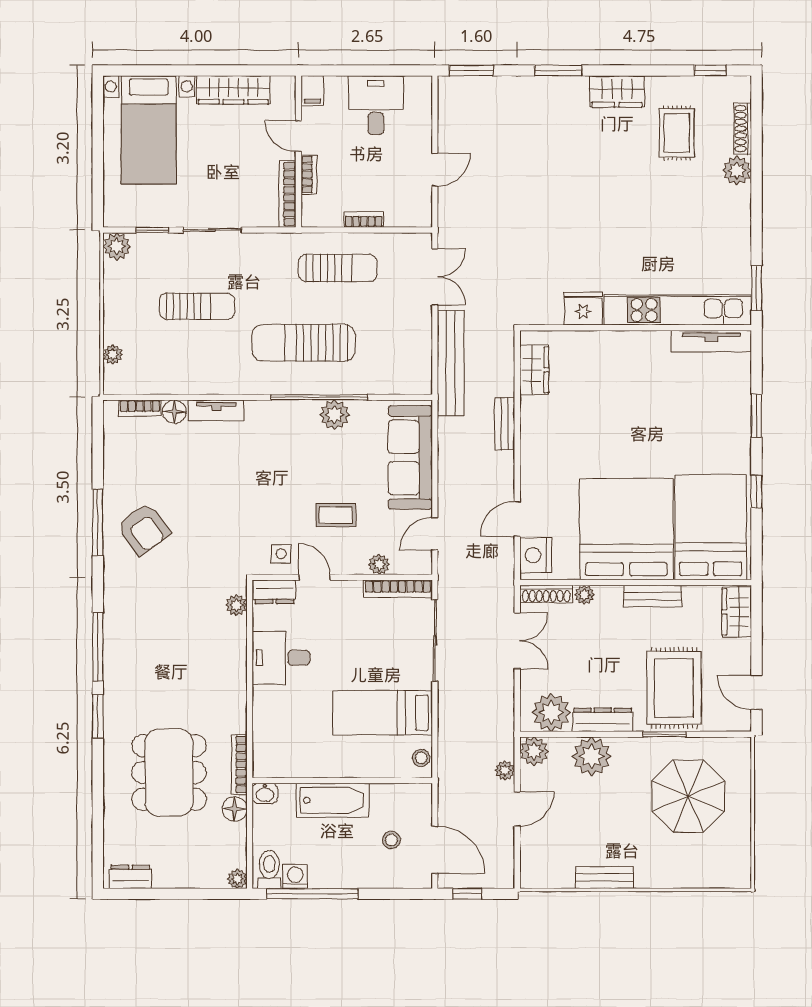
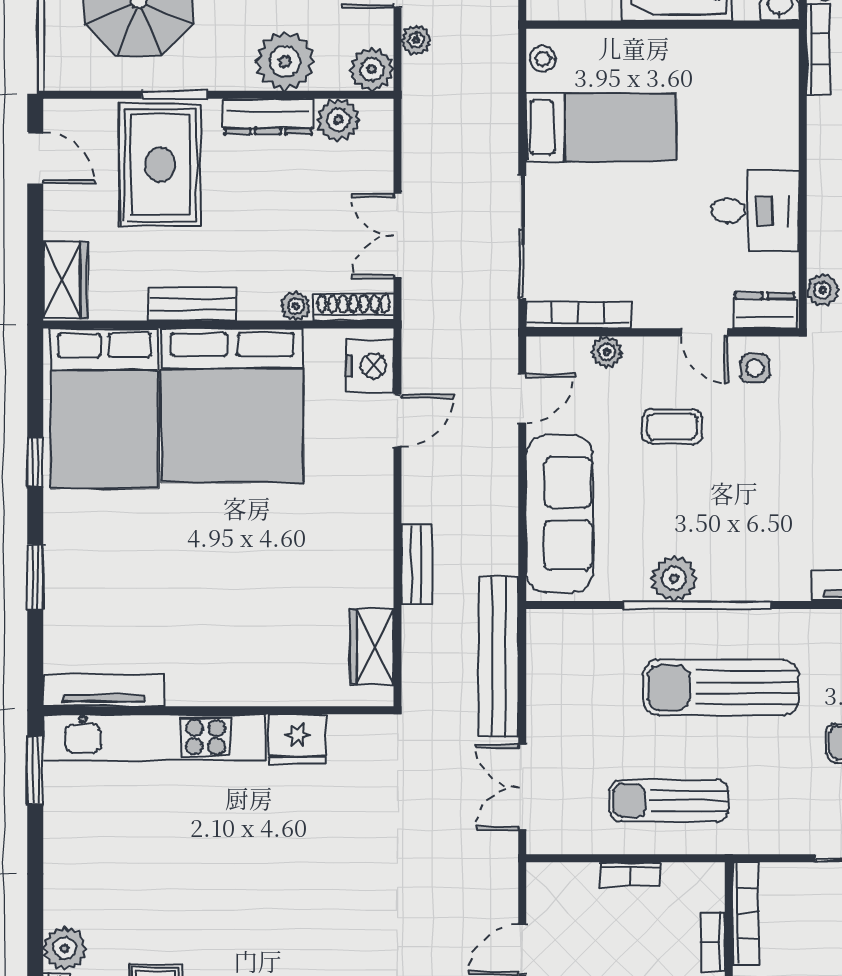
sun lounger: (304, 343) -> (721, 688), turned 180
plant: (551, 712) -> (338, 120), width x0.73, depth x0.73

